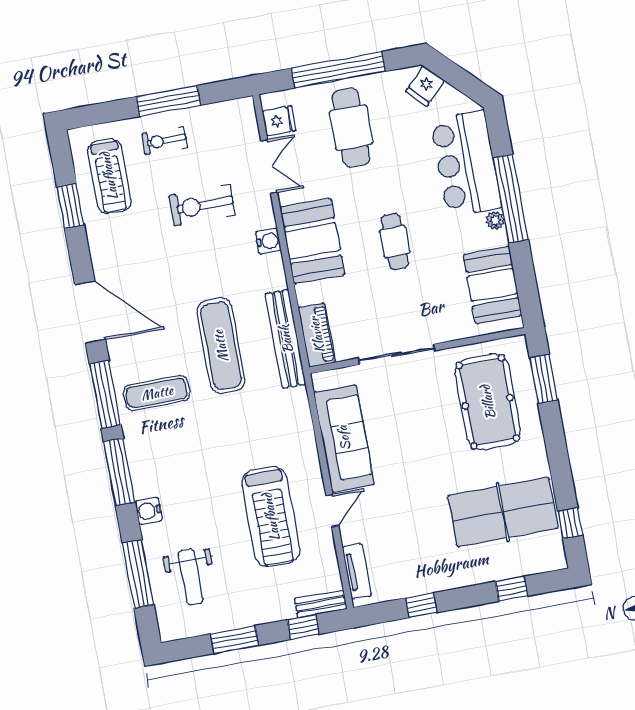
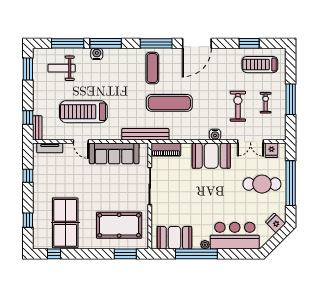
exercise bike: (165, 140) -> (266, 103), moved
window: (511, 199) -> (196, 254), moved
cafe table: (395, 241) -> (204, 195), removed
bench: (286, 339) -> (145, 134), moved
window: (119, 472) -> (106, 43), moved
window: (234, 640) -> (28, 69), moved

